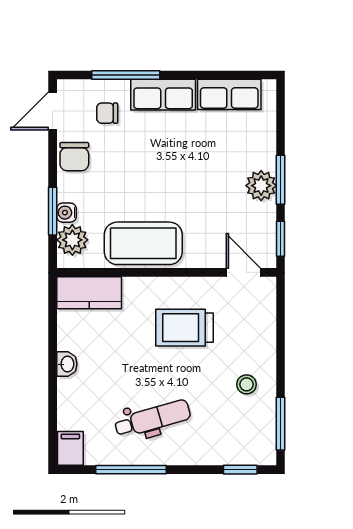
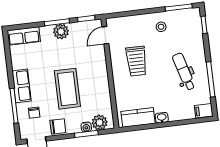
row of seats: (229, 94) -> (24, 36), moved, turned 90
coffee table: (143, 243) -> (67, 89), moved
kitchen counter: (89, 293) -> (138, 117), moved, turned -90

